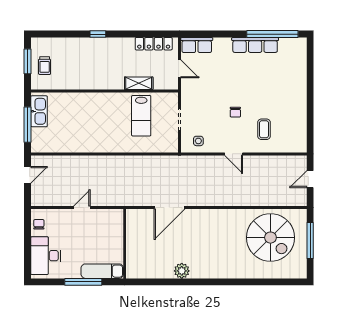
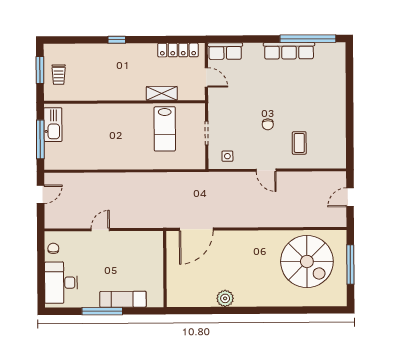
wall: (125, 244) -> (165, 269), moved
plant: (182, 271) -> (225, 298), moved

